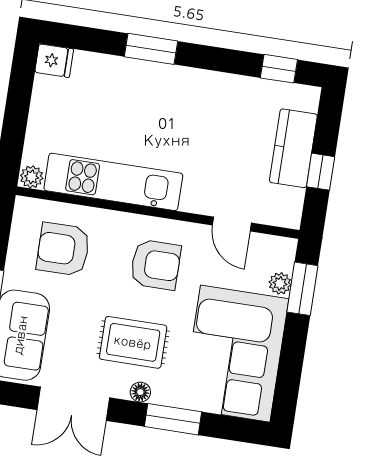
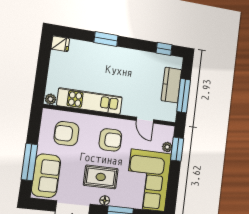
window: (321, 172) -> (184, 96), width x2.17

